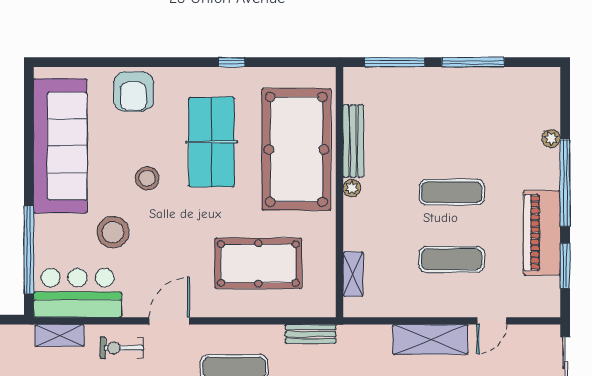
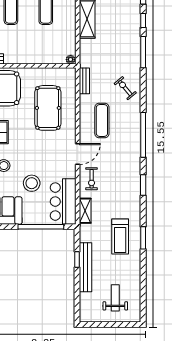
plant: (352, 188) -> (71, 60), moved
shelving: (353, 274) -> (53, 59), removed
door: (169, 321) -> (78, 154), swing flipped

